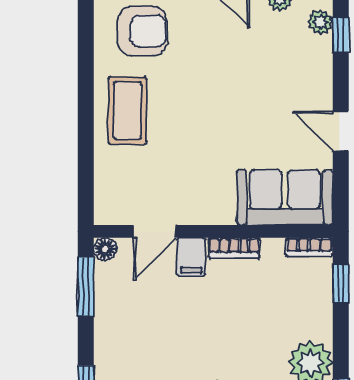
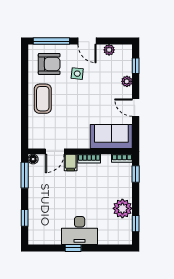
plant: (320, 22) -> (127, 81), moved
side table: (207, 53) -> (77, 74), added

